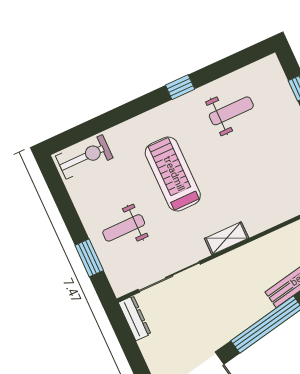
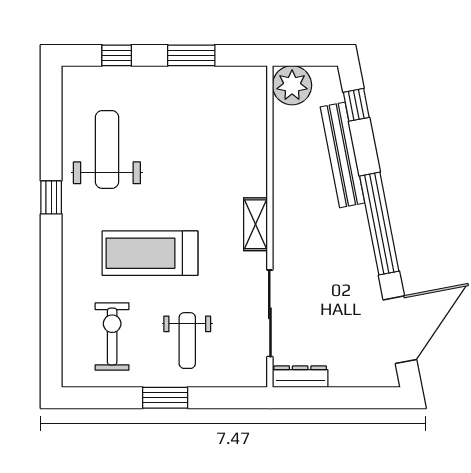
weight bench: (231, 111) -> (107, 149), width x1.36, depth x1.33
exercise bike: (84, 157) -> (112, 336), moved
window: (89, 258) -> (165, 398), moved

